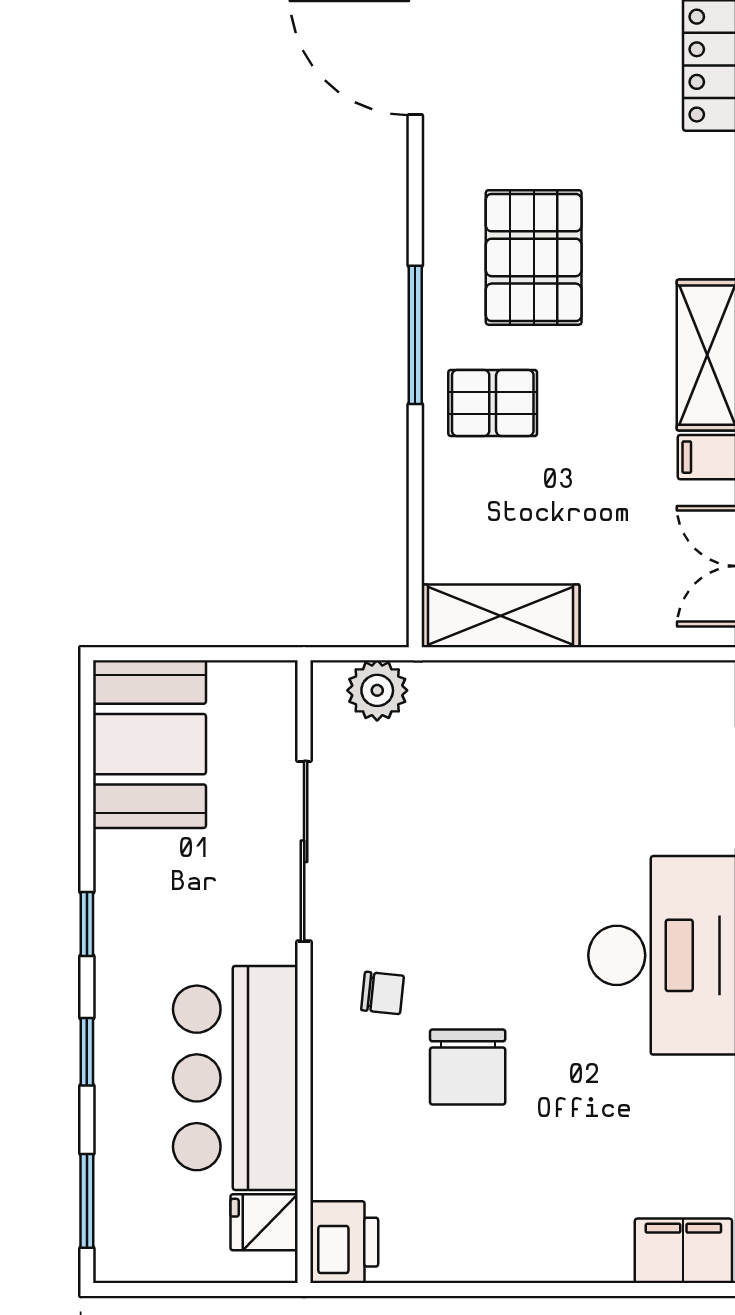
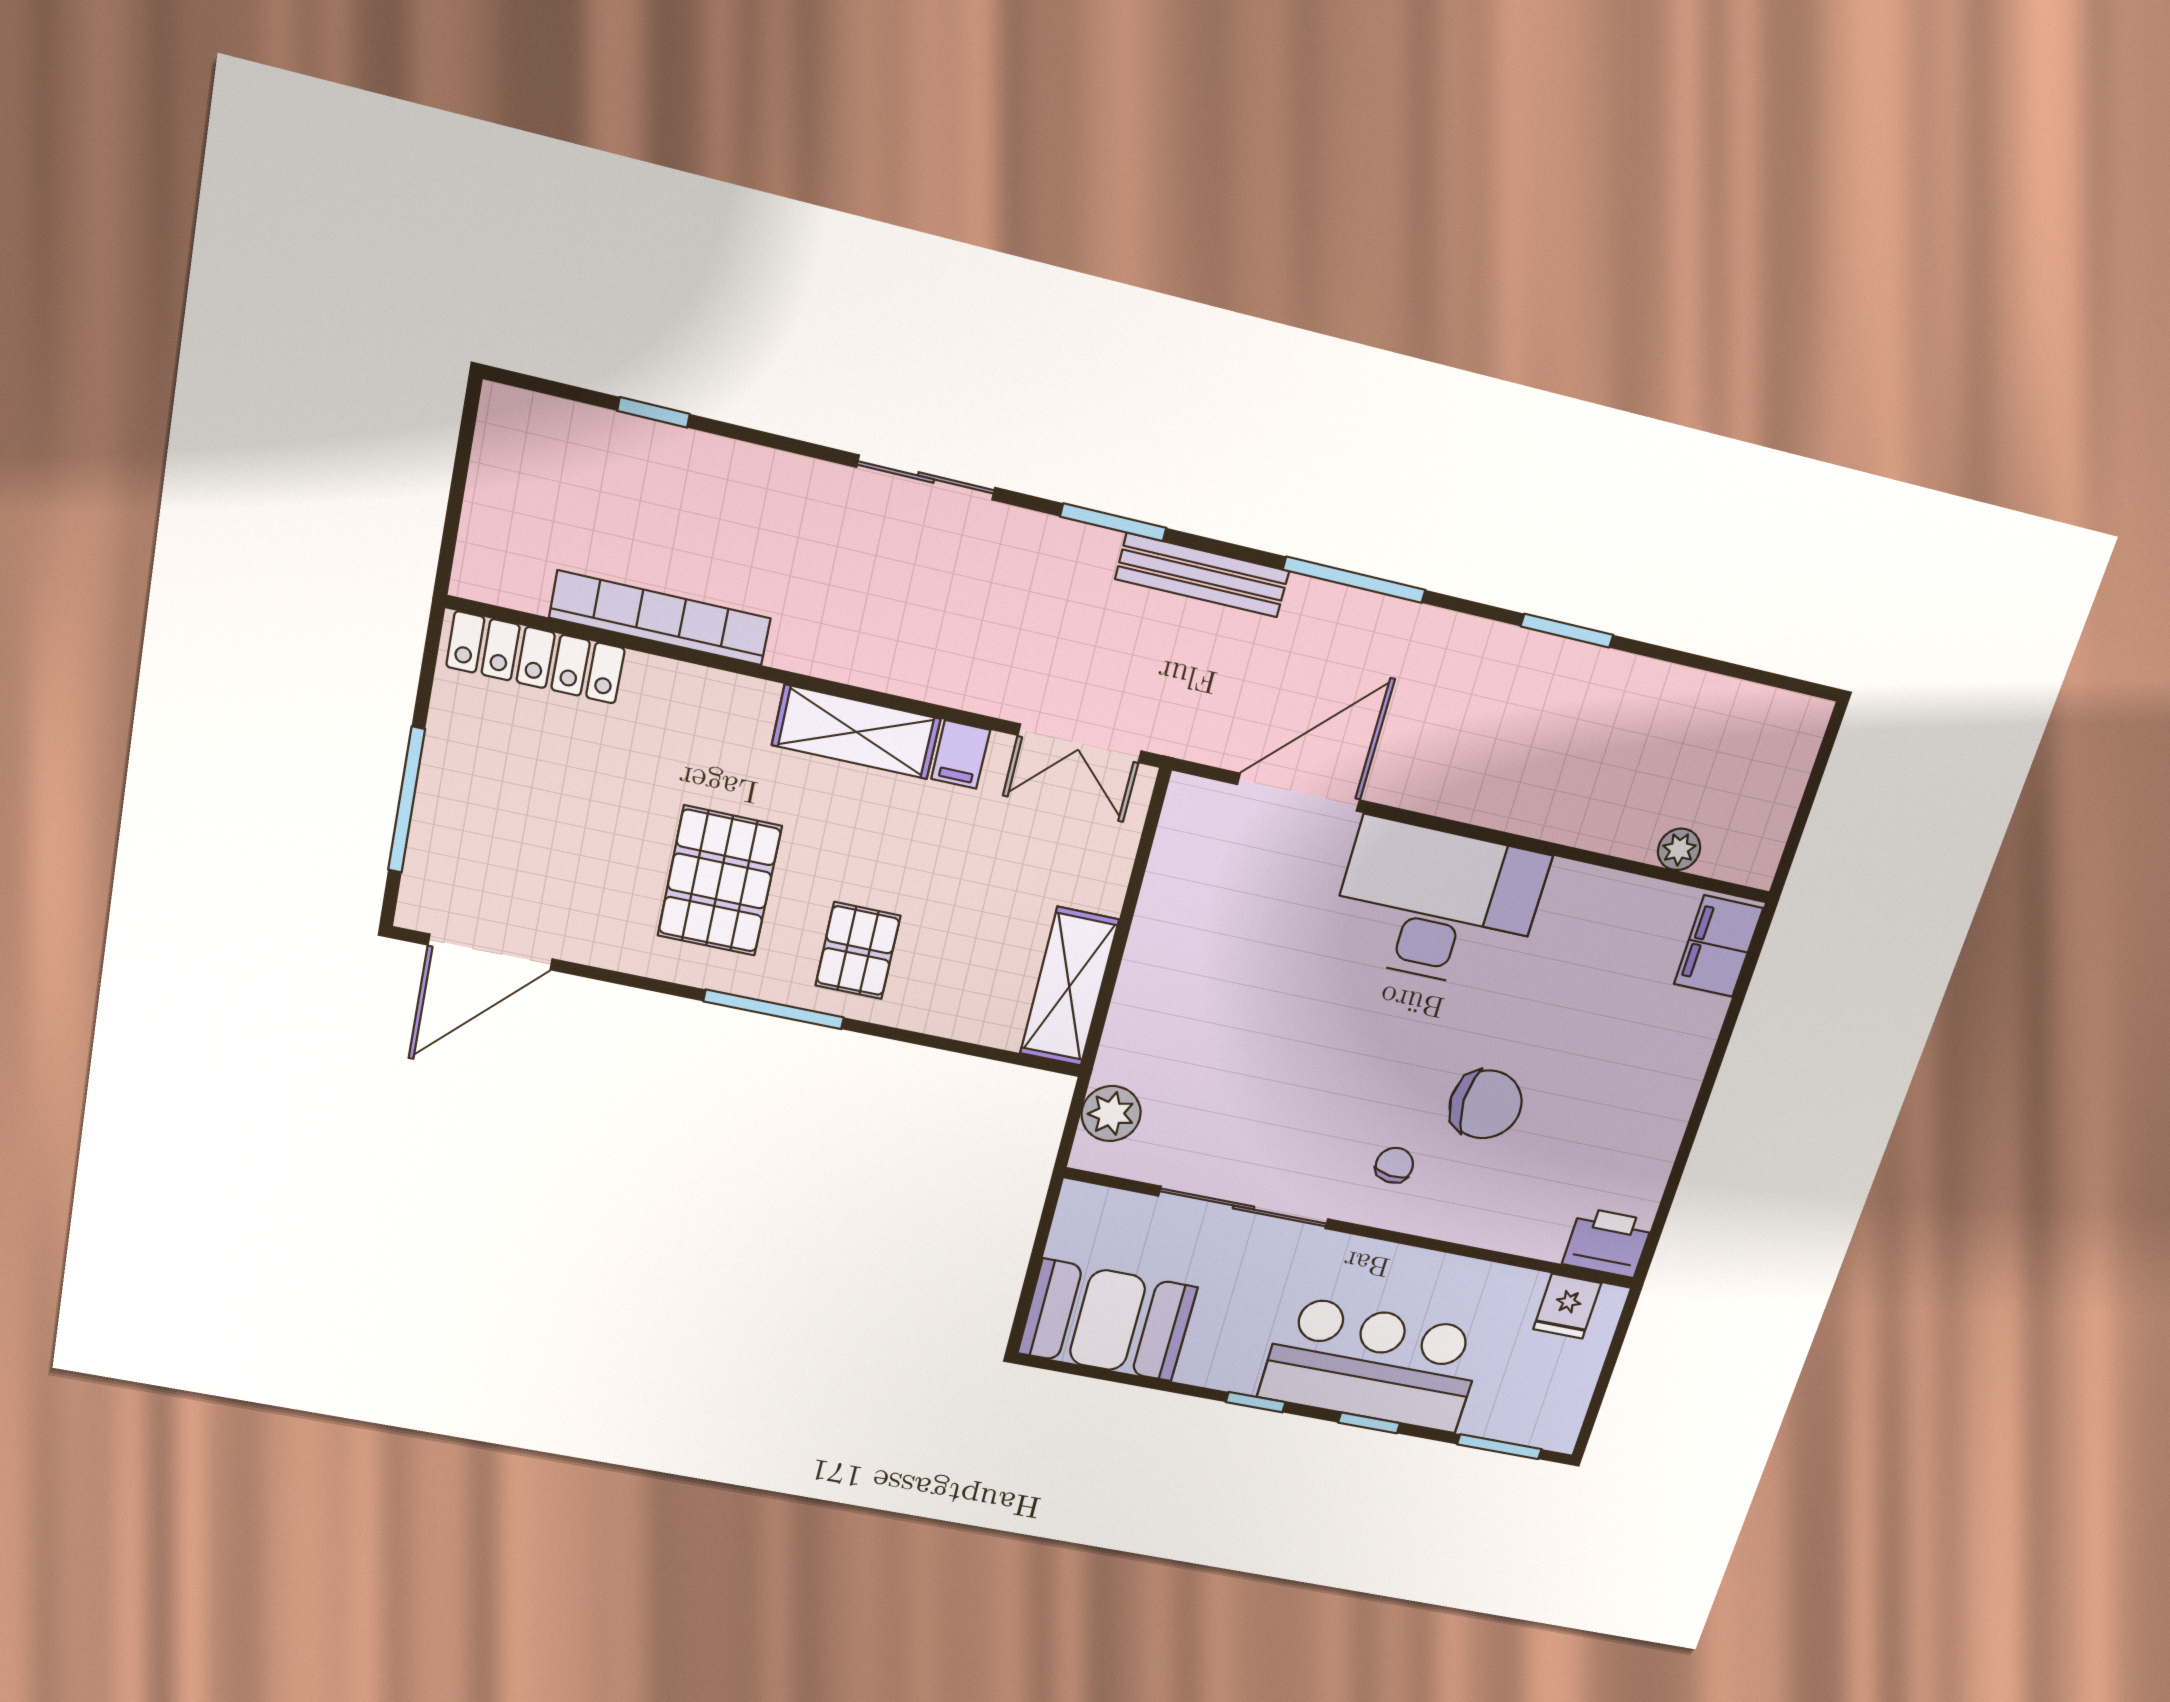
pallet: (534, 257) -> (720, 881), turned 90
bar counter: (235, 1078) -> (1372, 1364), moved, turned 180

